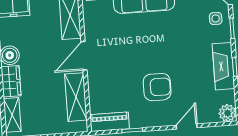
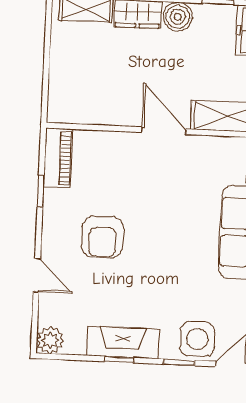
side table: (216, 18) -> (197, 339), width x1.87, depth x1.87
shelving: (76, 97) -> (102, 111), removed

